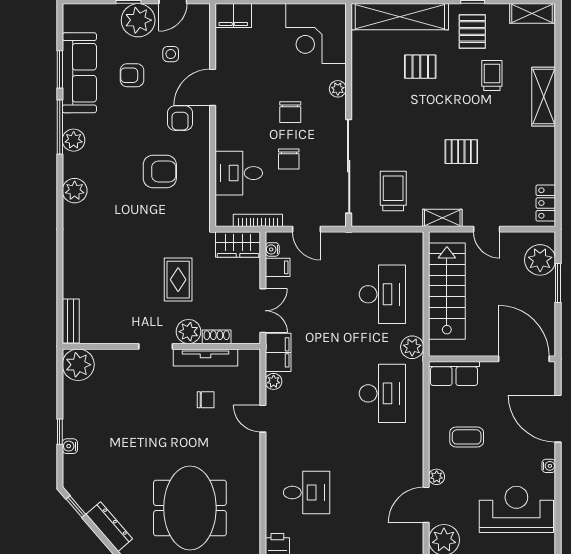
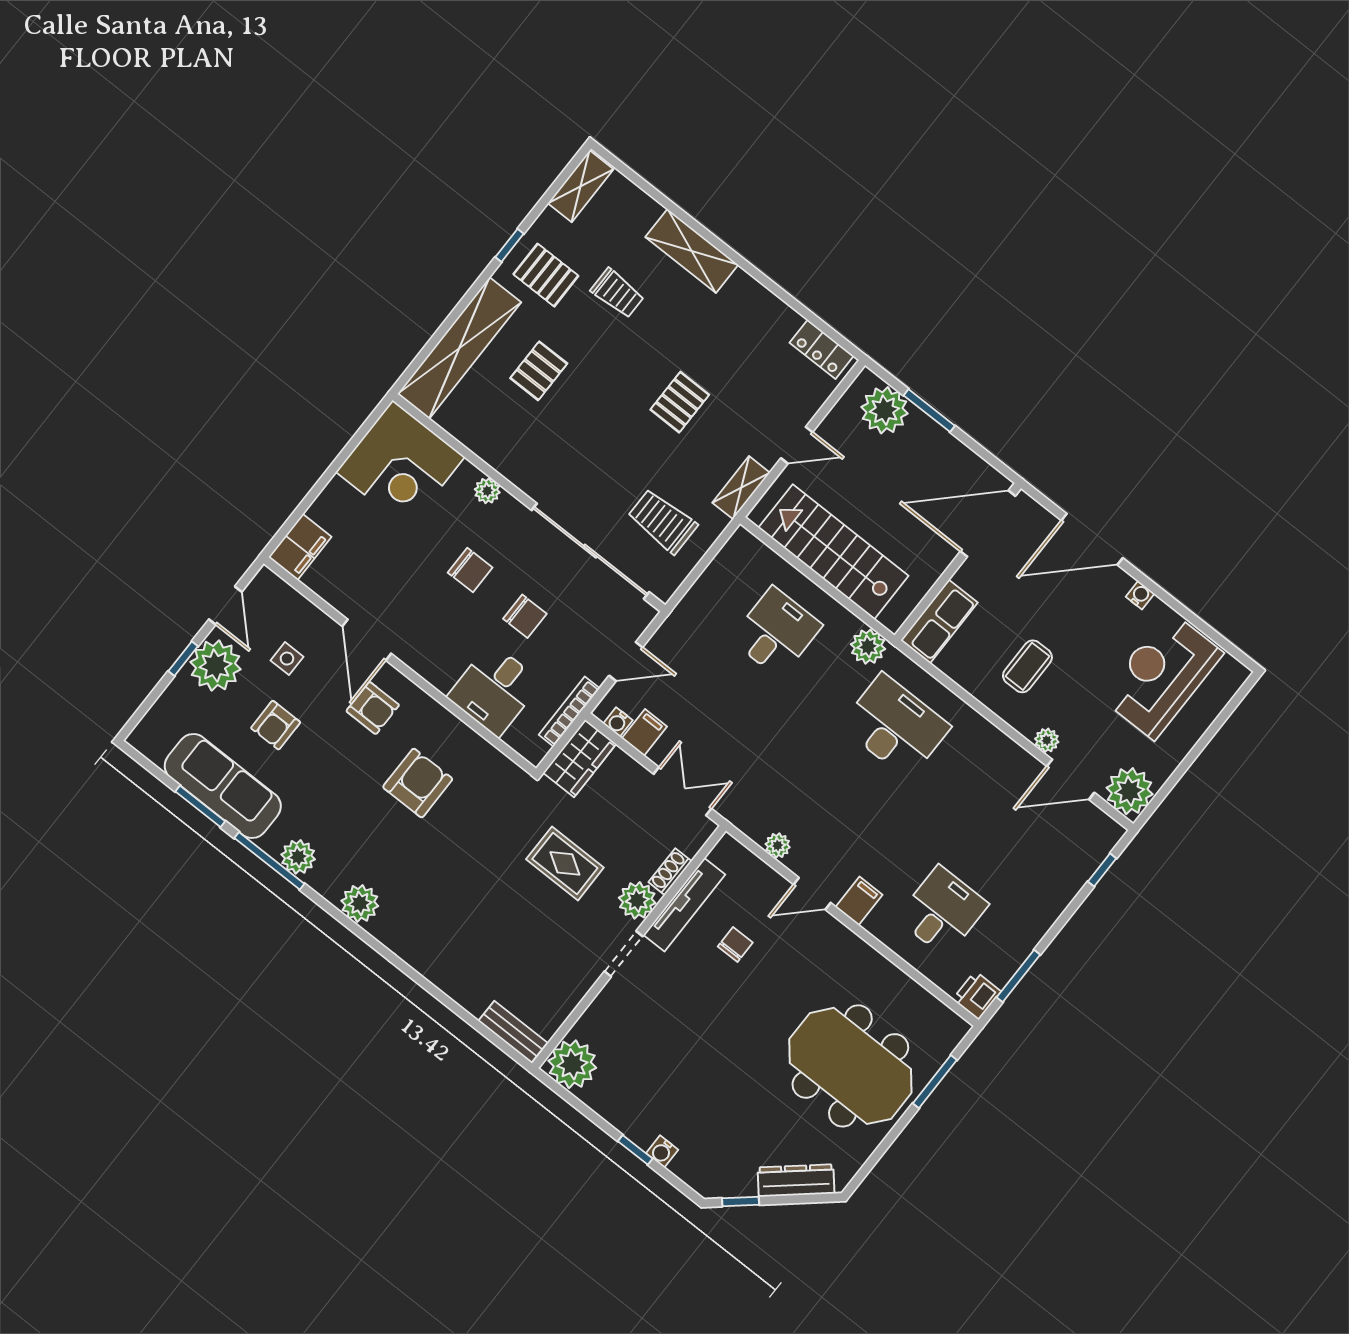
trolley: (492, 76) -> (617, 293), turned 180
desk: (382, 294) -> (776, 632), width x0.73
filing cabinet: (278, 352) -> (859, 901), moved, width x0.50
door: (426, 505) -> (1071, 779), hinge flipped

